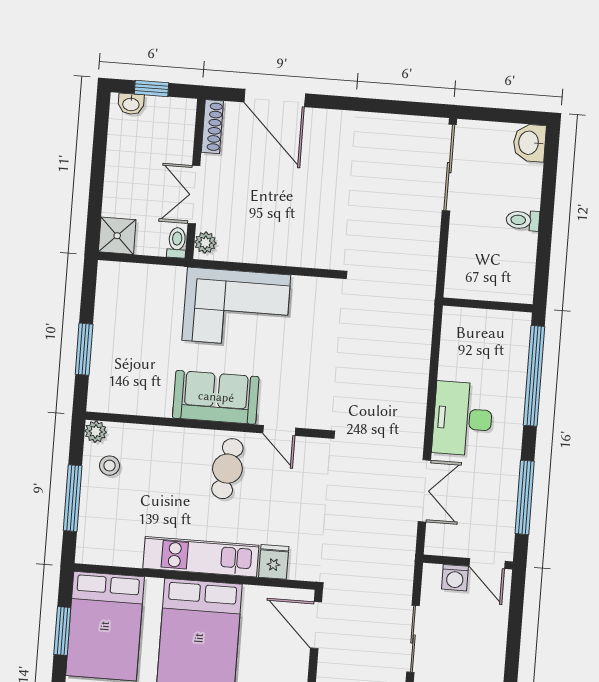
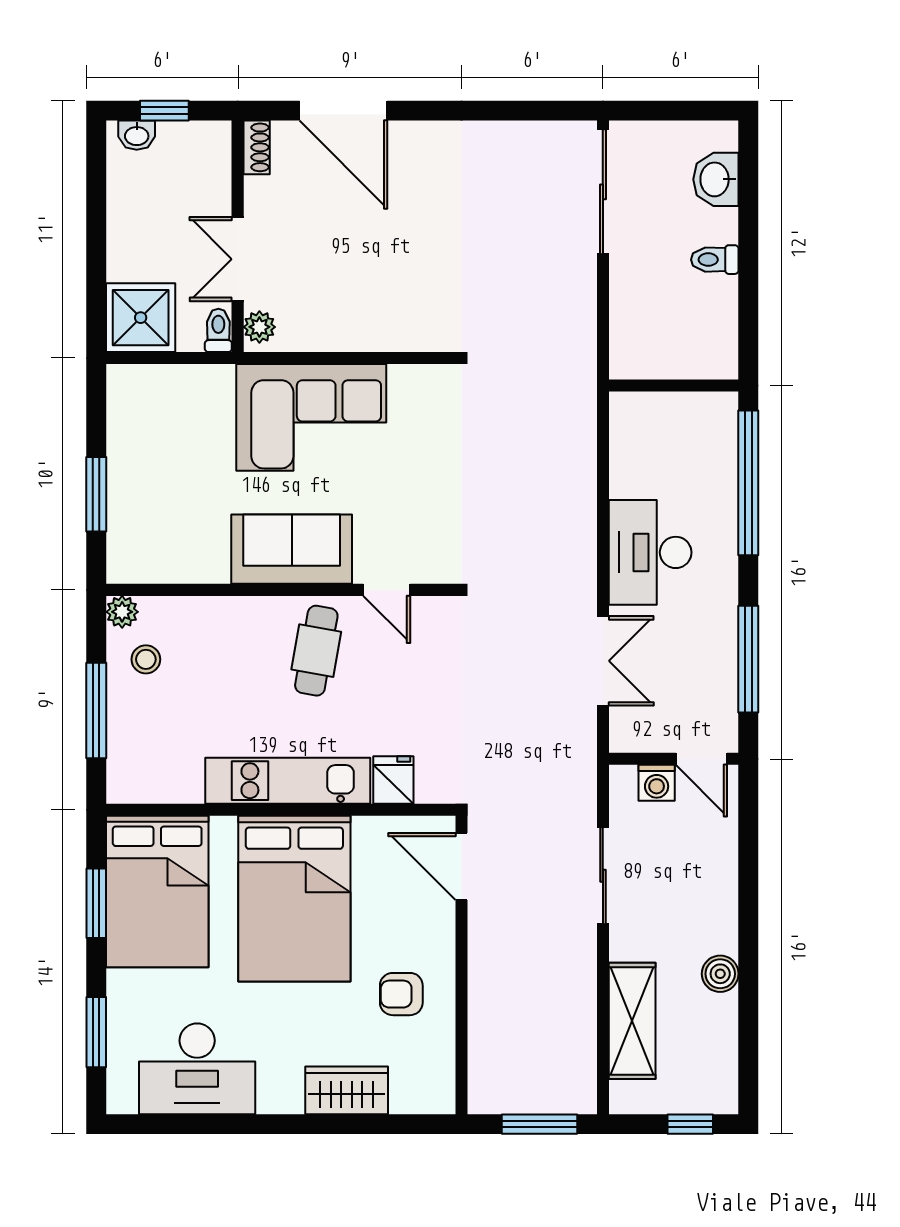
shoe rack: (212, 127) -> (257, 147), width x0.70
washbasin: (529, 143) -> (716, 179), moved
shower: (117, 236) -> (141, 318), width x1.36, depth x1.36

